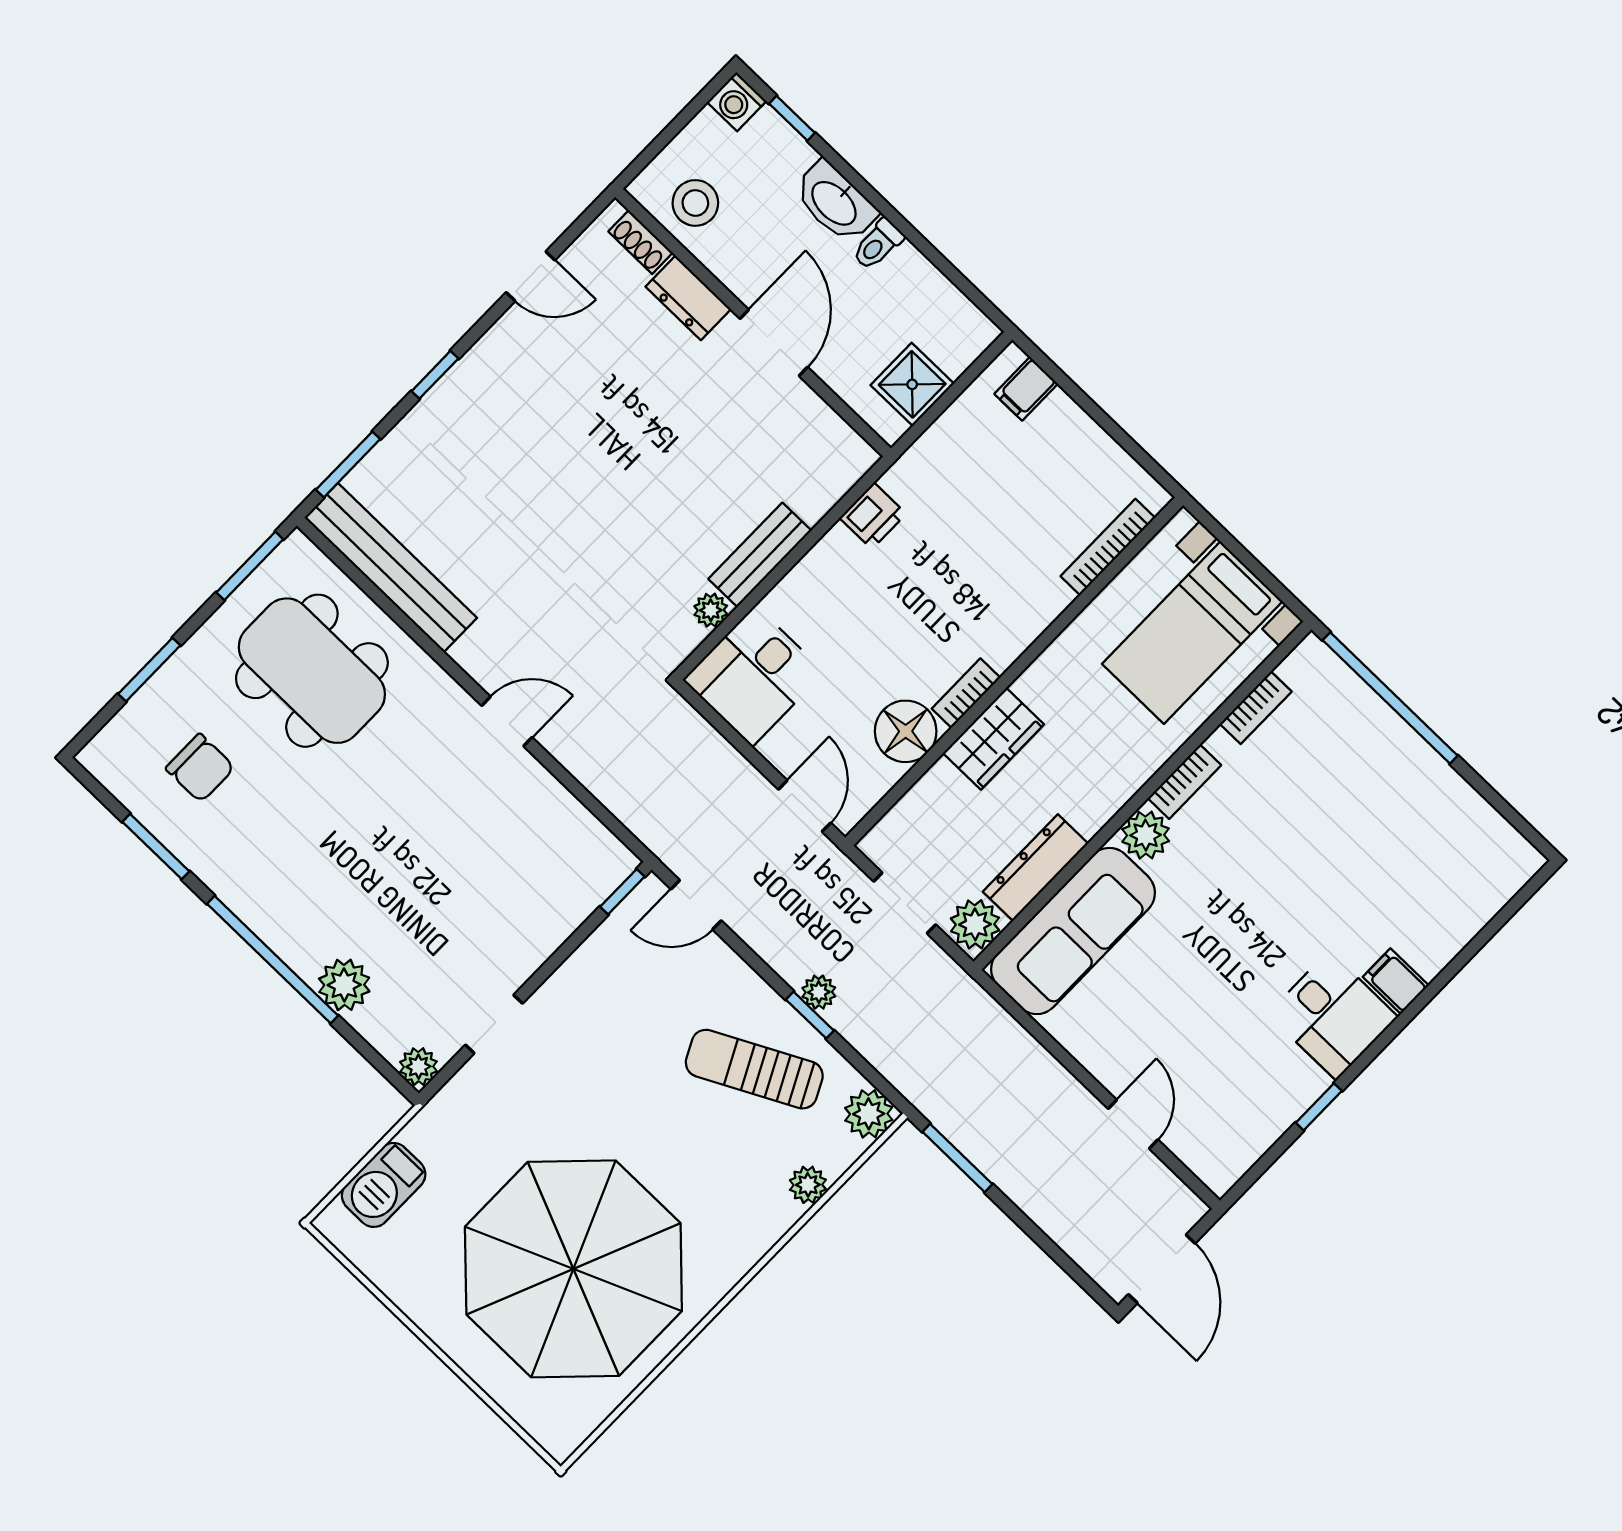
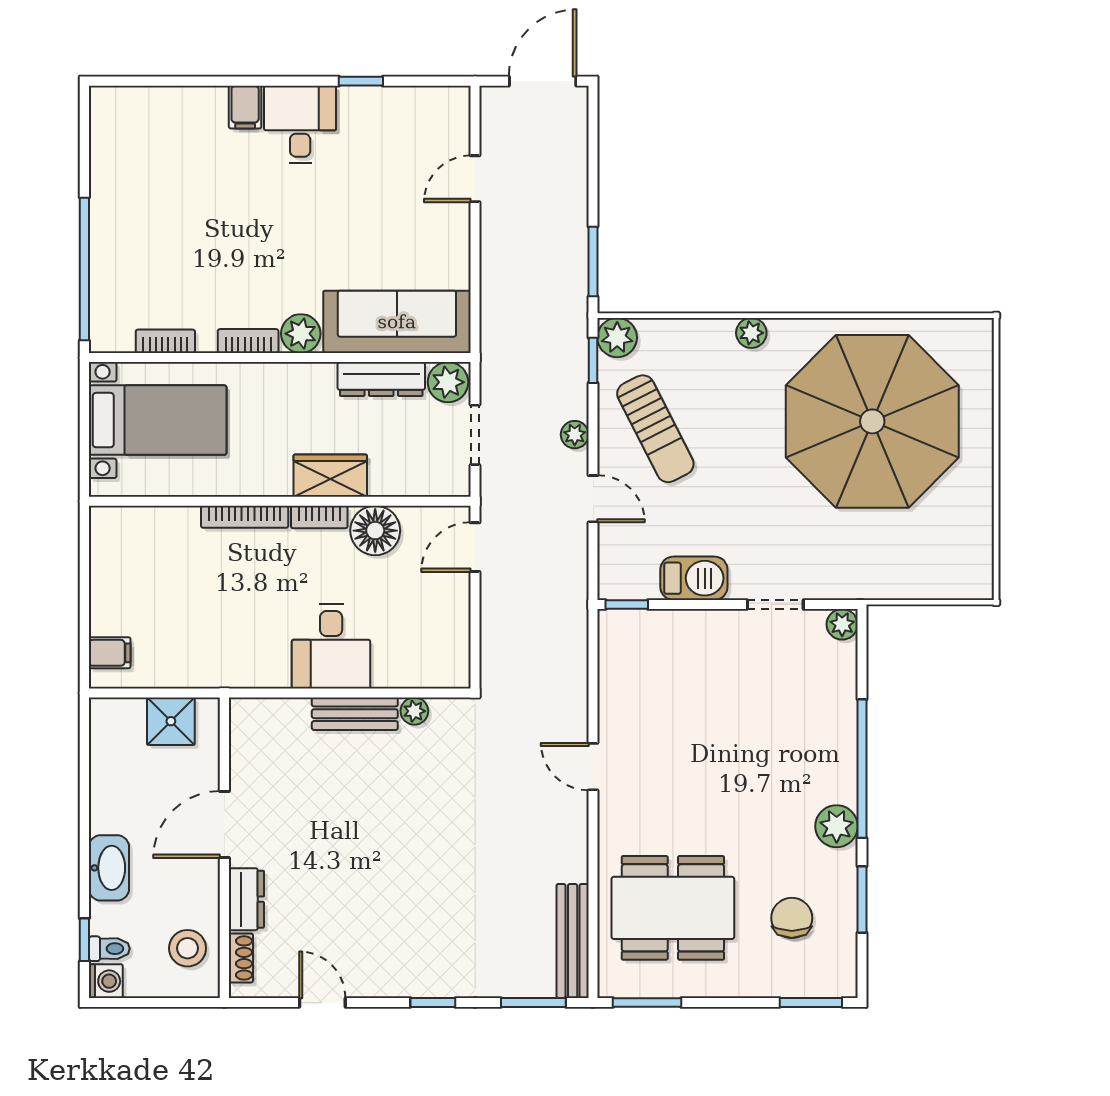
toilet: (878, 244) -> (109, 949), moved
printer: (873, 516) -> (269, 670), removed
bookcase: (1108, 547) -> (245, 517), moved
bench: (391, 568) -> (573, 941), width x0.73, depth x0.82
window: (149, 670) -> (811, 1003), moved
dining table: (312, 671) -> (673, 908), turned 90
desk: (754, 676) -> (331, 646), moved, turned 90
door: (696, 905) -> (593, 499), moved
plant: (344, 985) -> (837, 826), moved
window: (810, 1015) -> (593, 360), moved
barbecue: (384, 1185) -> (694, 578), moved
plant: (808, 1185) -> (751, 333), moved

